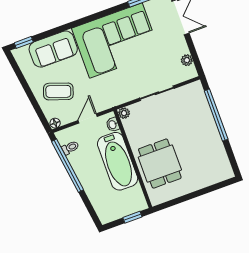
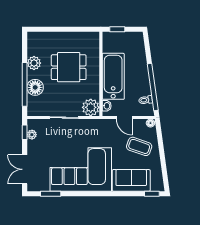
window: (196, 60) -> (25, 132), added
plant: (124, 113) -> (91, 107), width x1.88, depth x1.88
floor lamp: (203, 116) -> (35, 87), added
door: (88, 118) -> (124, 118), hinge flipped
plant: (214, 143) -> (34, 63), added
dining table: (160, 164) -> (69, 67), moved, turned 90

